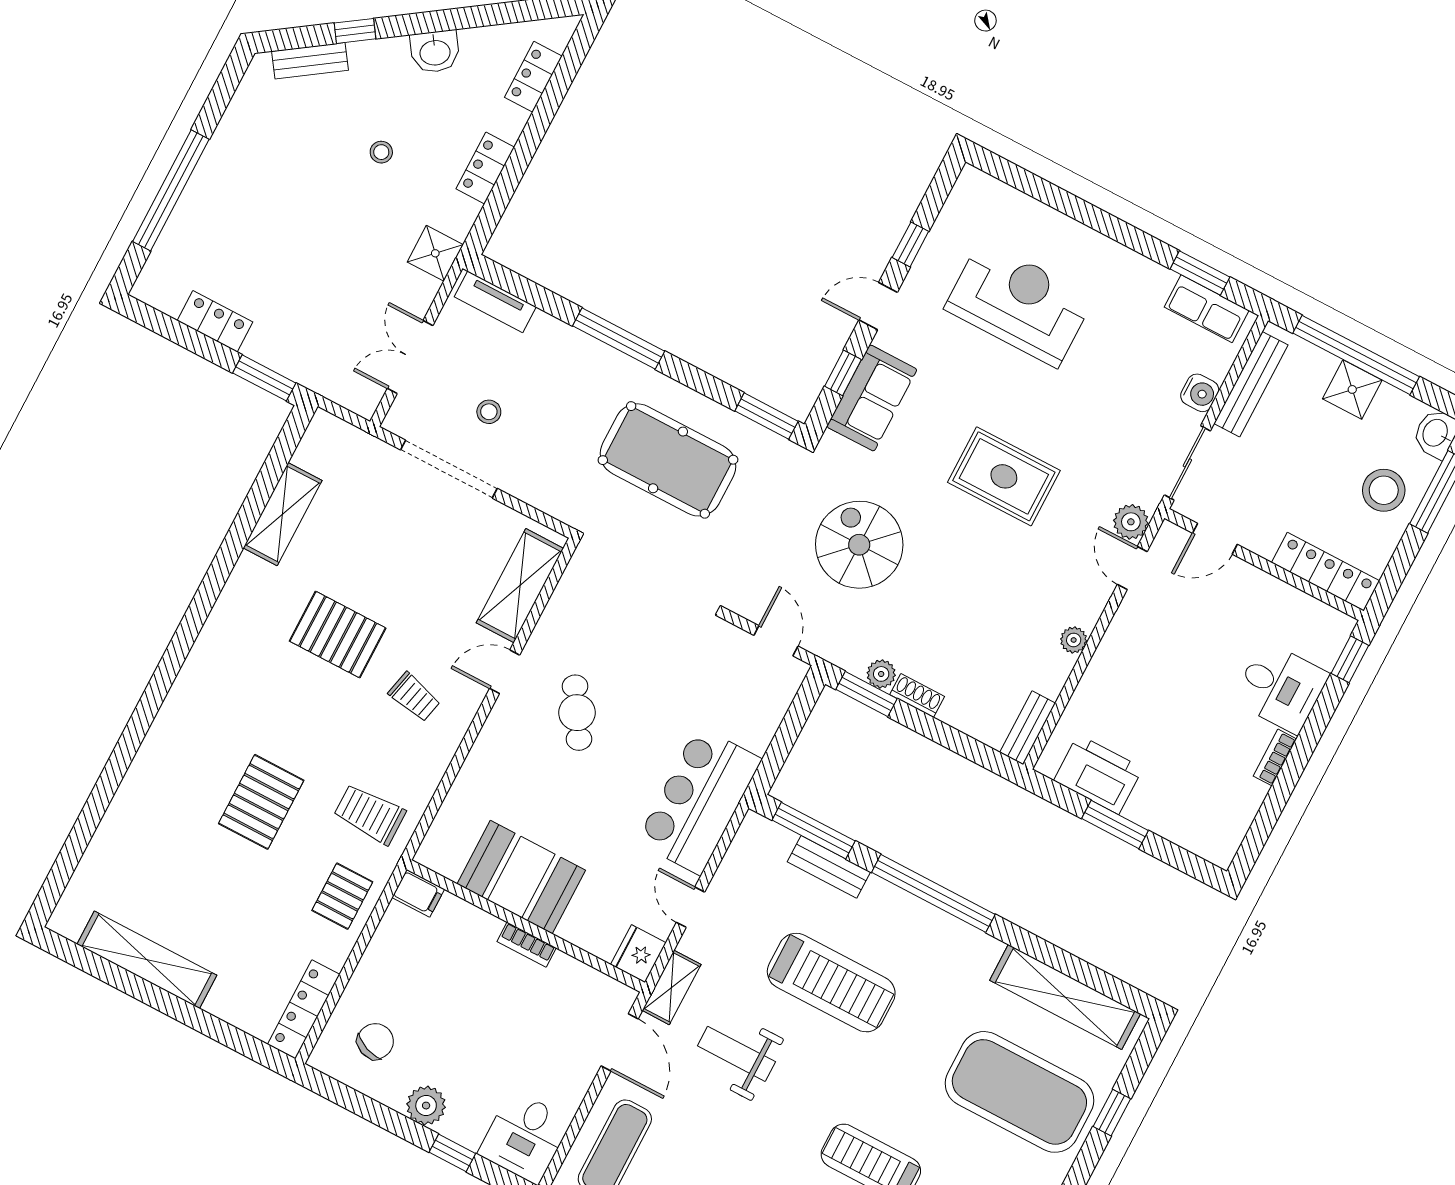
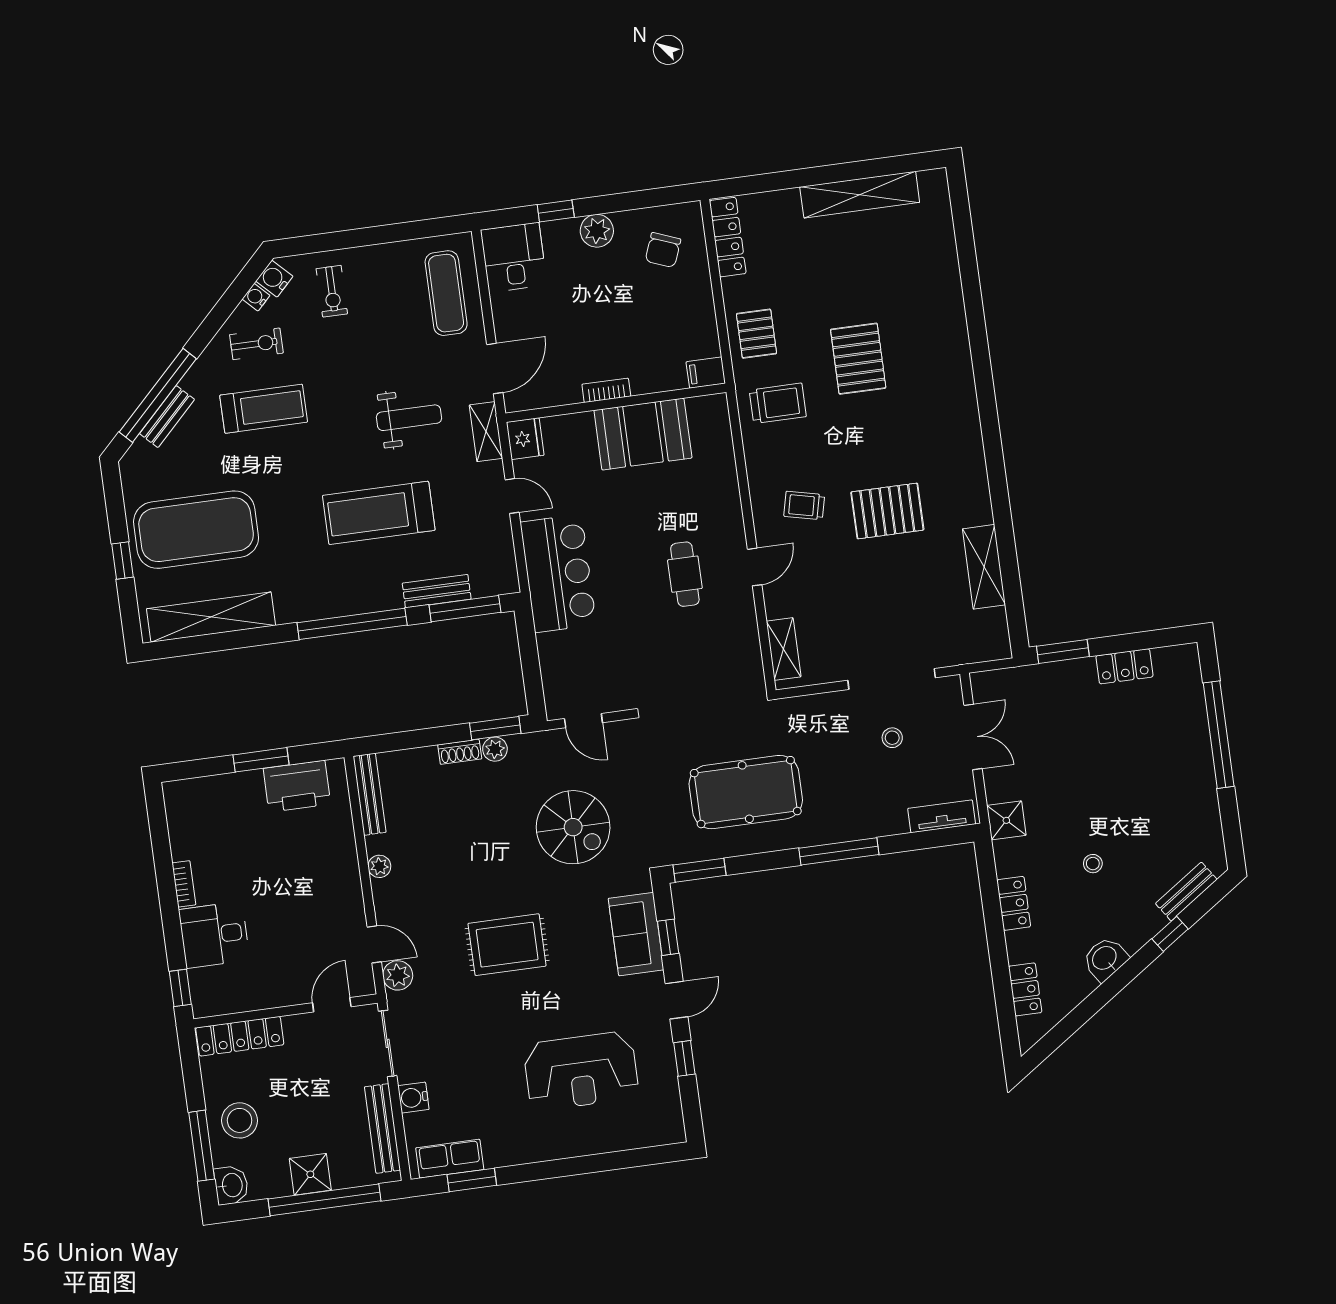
shelving: (520, 586) -> (784, 649), width x0.67, depth x0.75
cafe table: (577, 713) -> (685, 574), turned 32
bench: (1028, 728) -> (370, 794), width x1.36
door: (620, 1042) -> (495, 369), swing flipped

